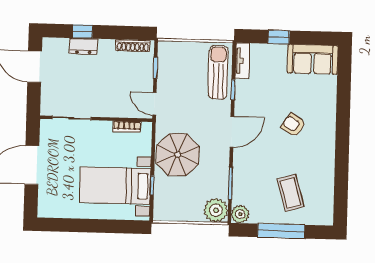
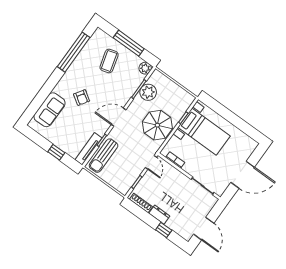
dresser: (83, 46) -> (159, 215), moved
sofa: (313, 59) -> (50, 110), moved, turned 90
tv unit: (242, 61) -> (88, 149), width x1.41
window: (341, 174) -> (74, 52), added
plant: (216, 210) -> (148, 92), moved

